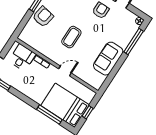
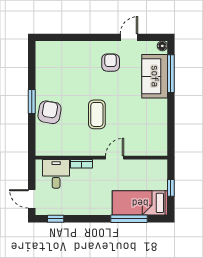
sofa: (108, 59) -> (155, 76), moved
bed: (65, 105) -> (140, 203), width x0.67

